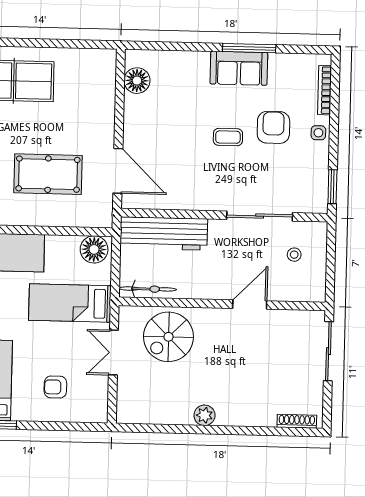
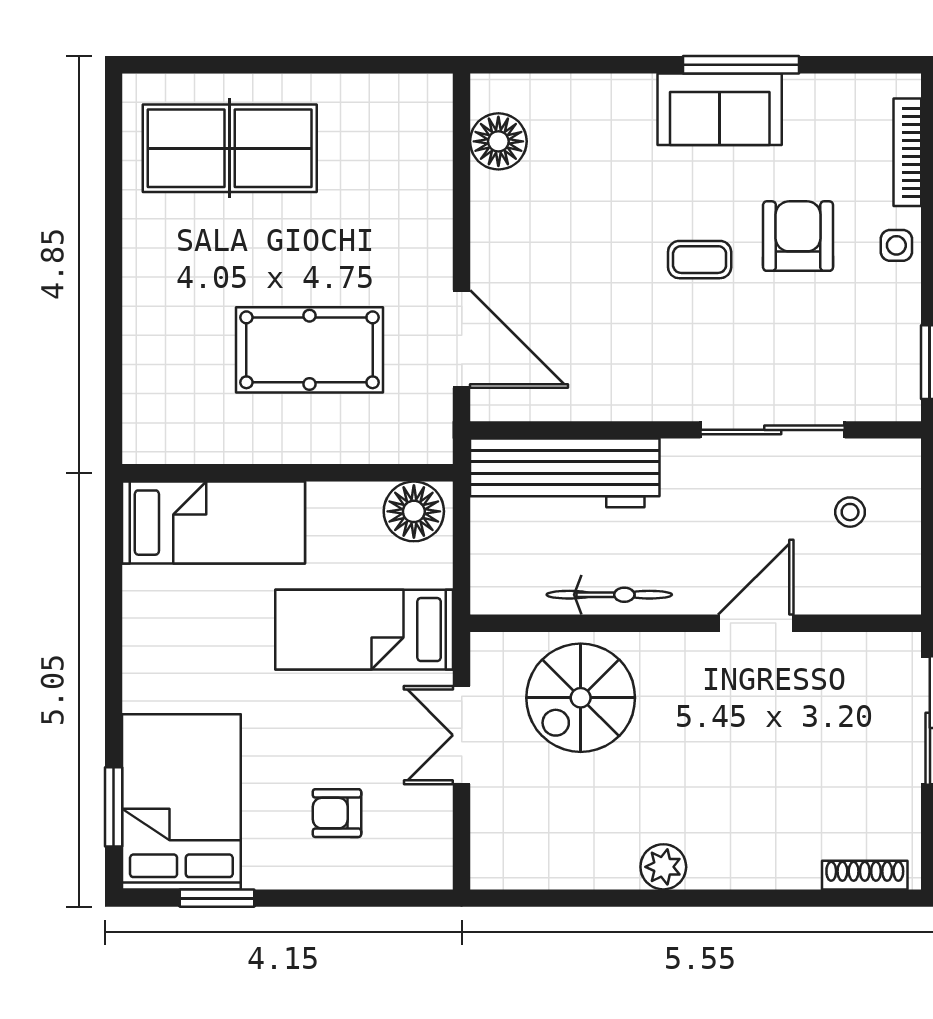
bicycle: (148, 289) -> (609, 595), moved

